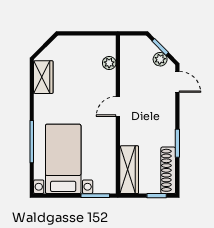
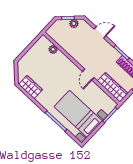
door: (177, 82) -> (100, 32), moved
door: (118, 106) -> (88, 75), moved

